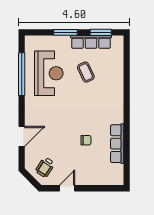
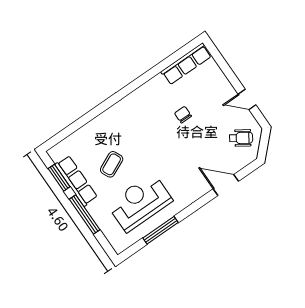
window: (66, 32) -> (85, 215), width x1.44
window: (22, 74) -> (160, 230), width x0.68
row of seats: (117, 144) -> (186, 64), moved

